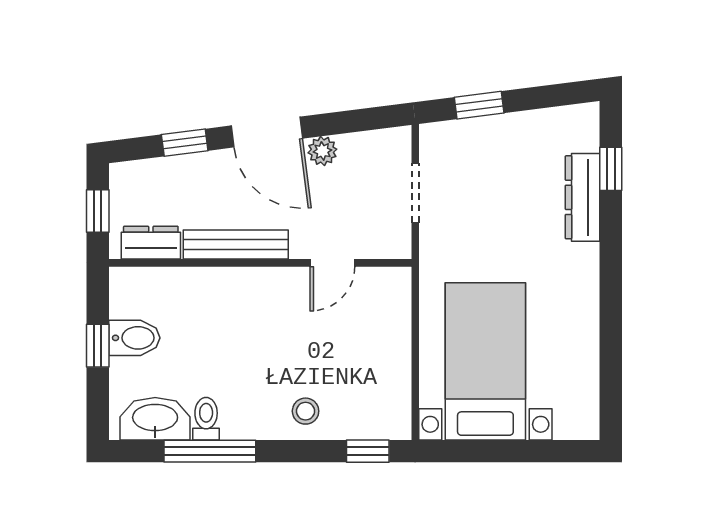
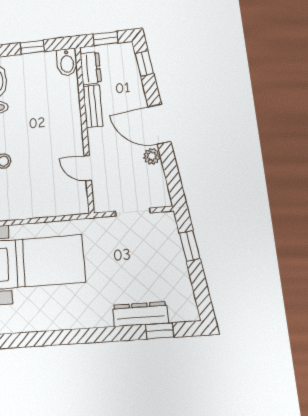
door: (267, 132) -> (159, 124), hinge flipped
window: (185, 143) -> (144, 63), moved
bench: (236, 245) -> (93, 106), width x0.73
bidet: (134, 338) -> (67, 62), moved

